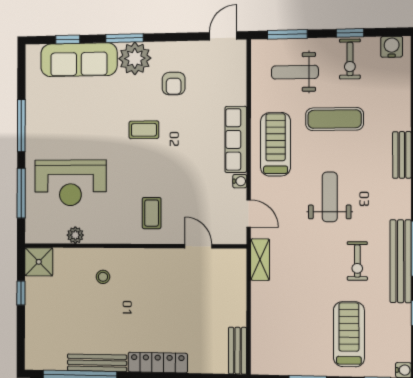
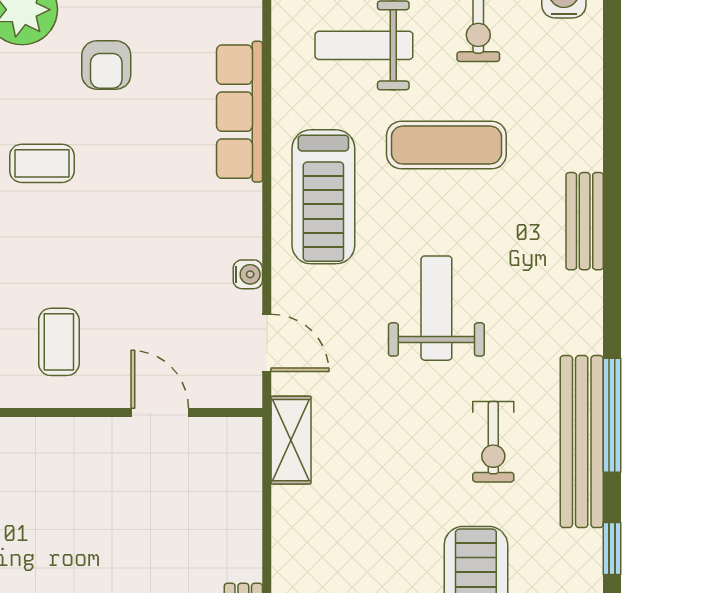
row of seats: (236, 139) -> (239, 112), moved
treadmill: (276, 144) -> (323, 197), turned 180

